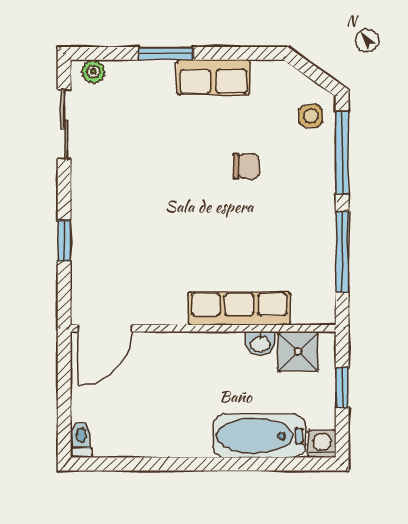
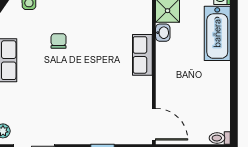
row of seats: (239, 308) -> (142, 55), width x0.68

